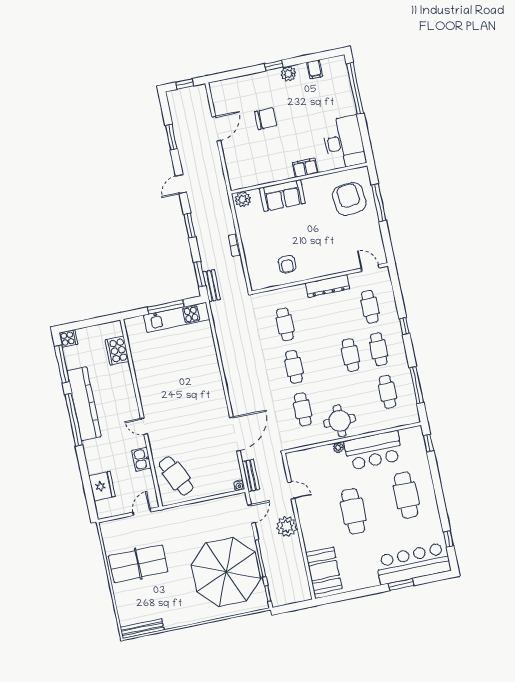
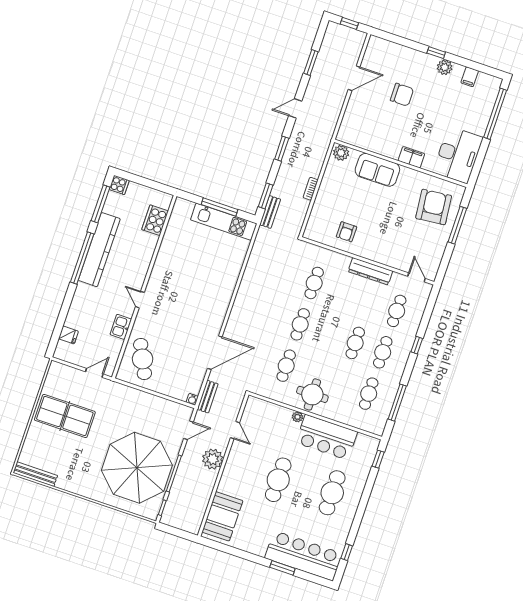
fridge: (102, 486) -> (68, 335), width x0.53, depth x0.75

